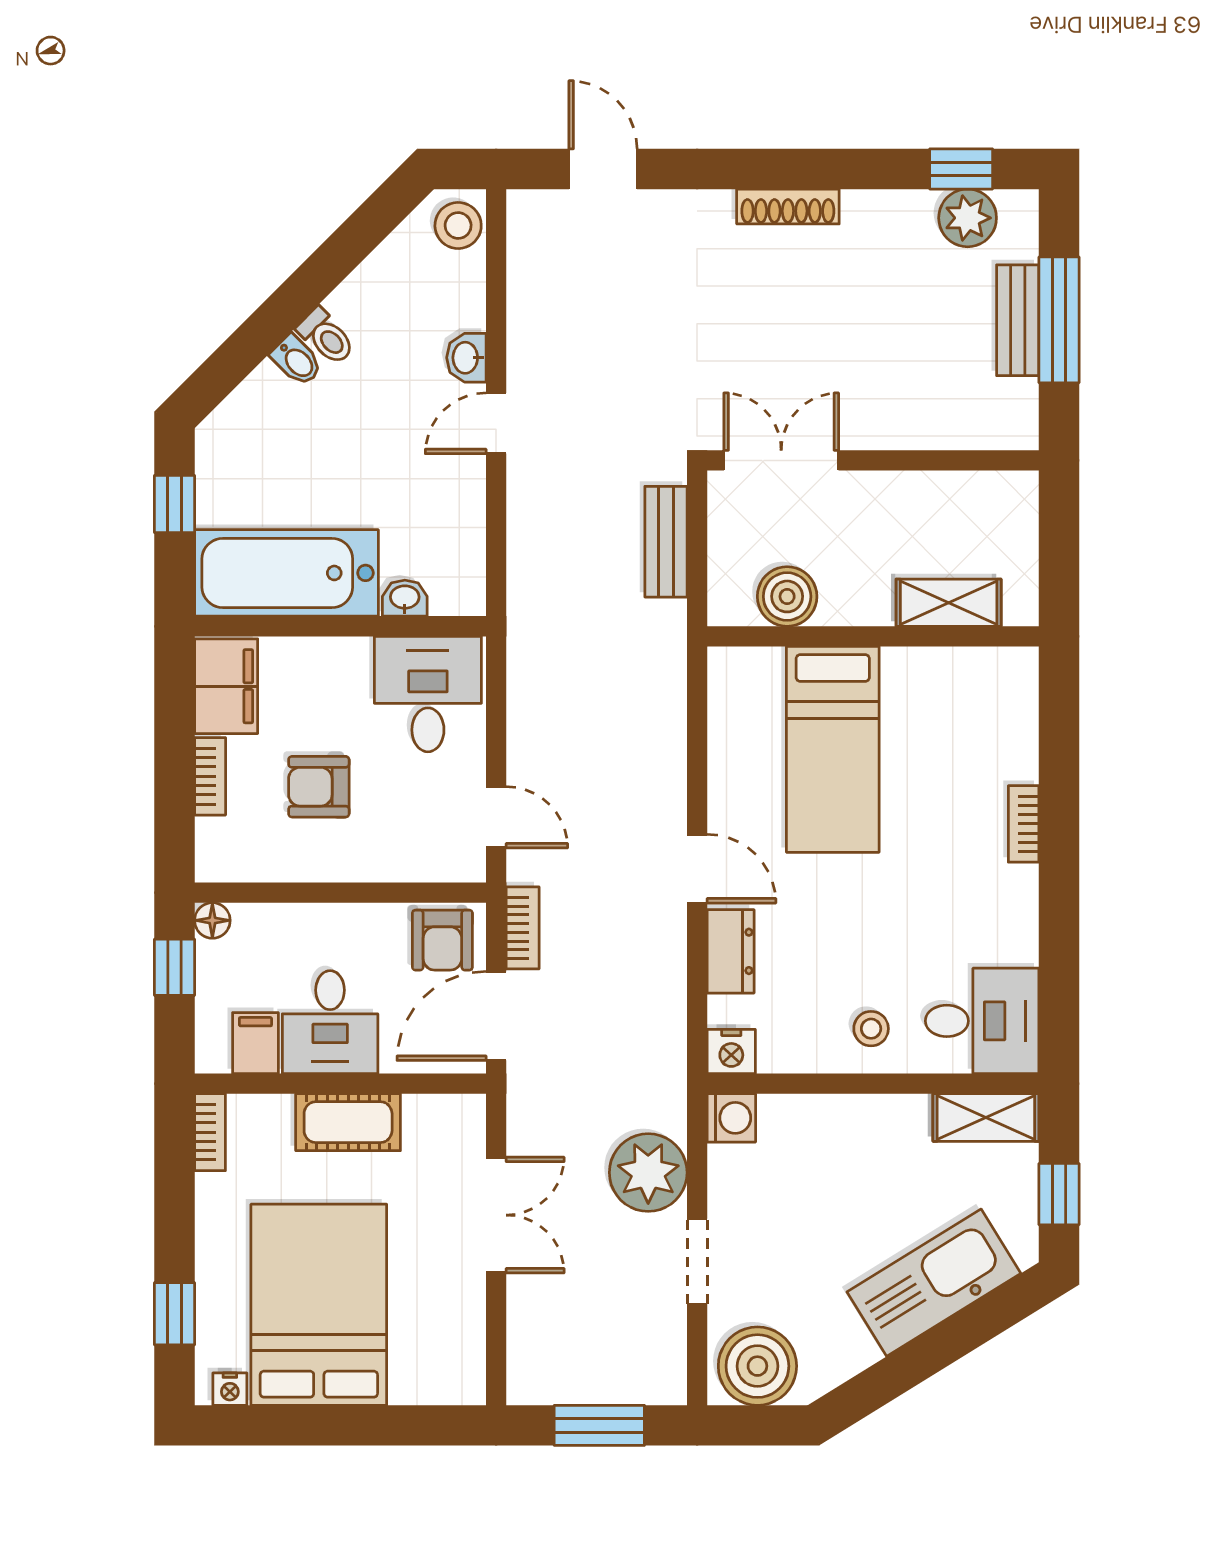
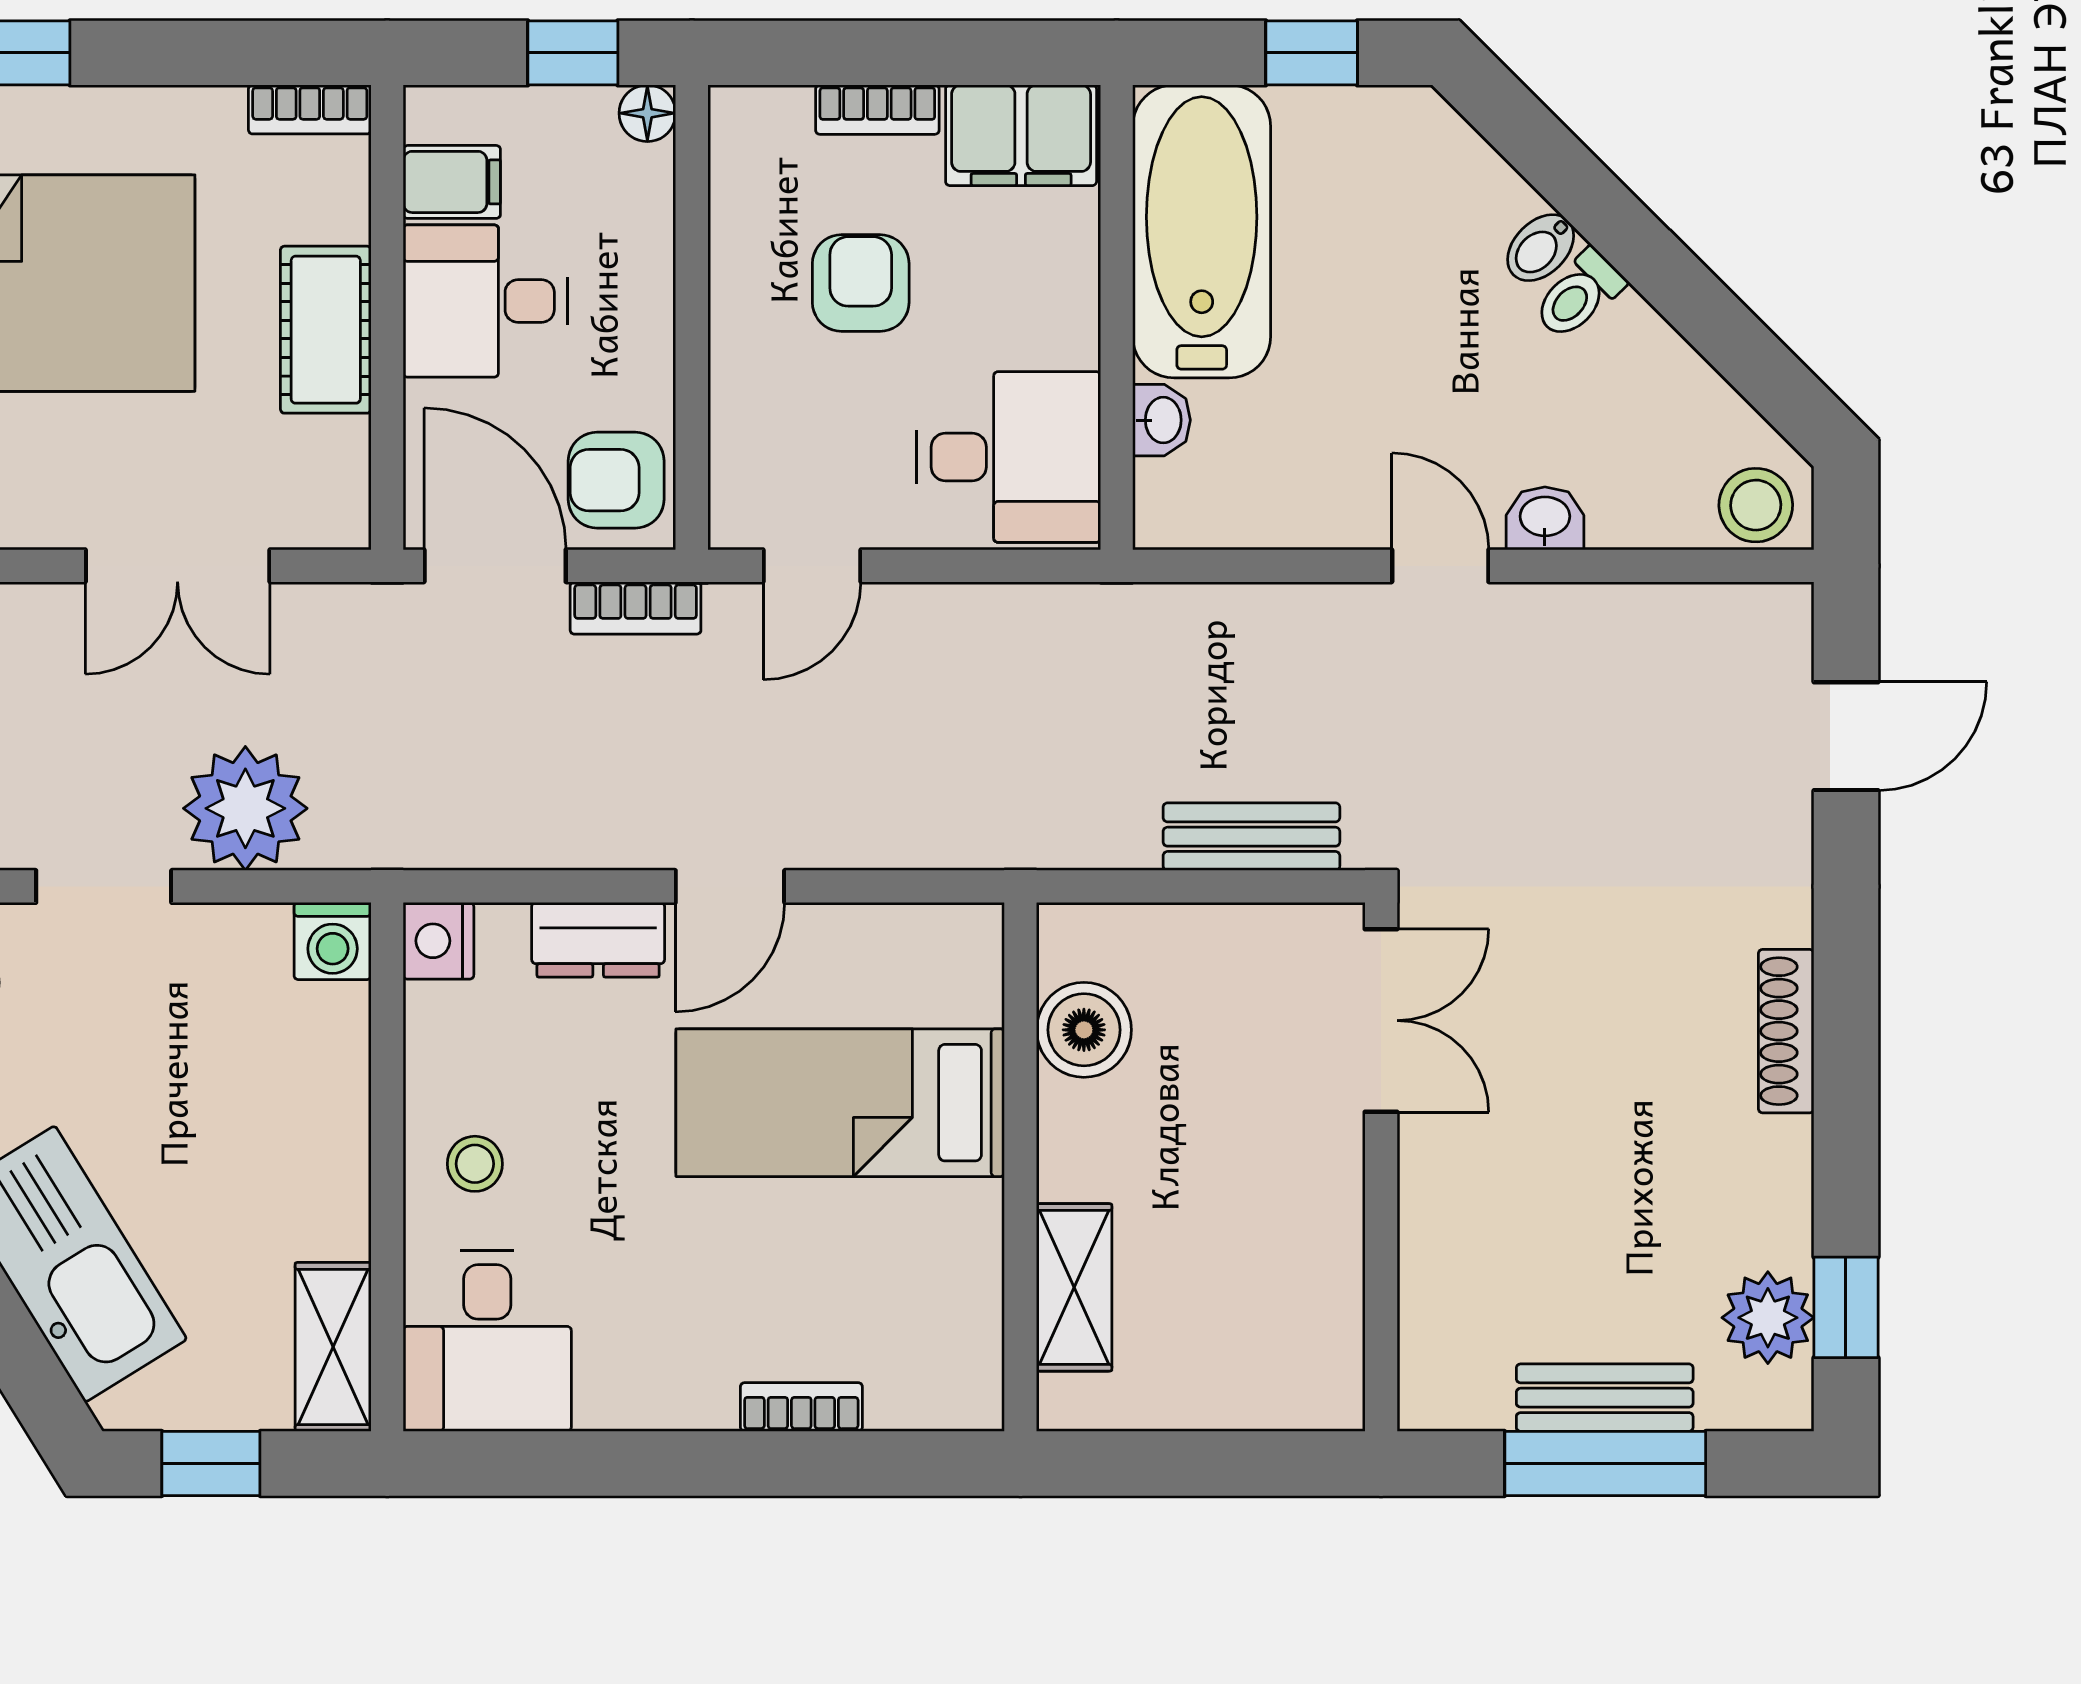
boiler: (787, 596) -> (1084, 1030), moved
shelving: (949, 603) -> (1074, 1287), moved
wall: (873, 636) -> (1020, 1167), moved
bed: (833, 749) -> (840, 1103), moved

